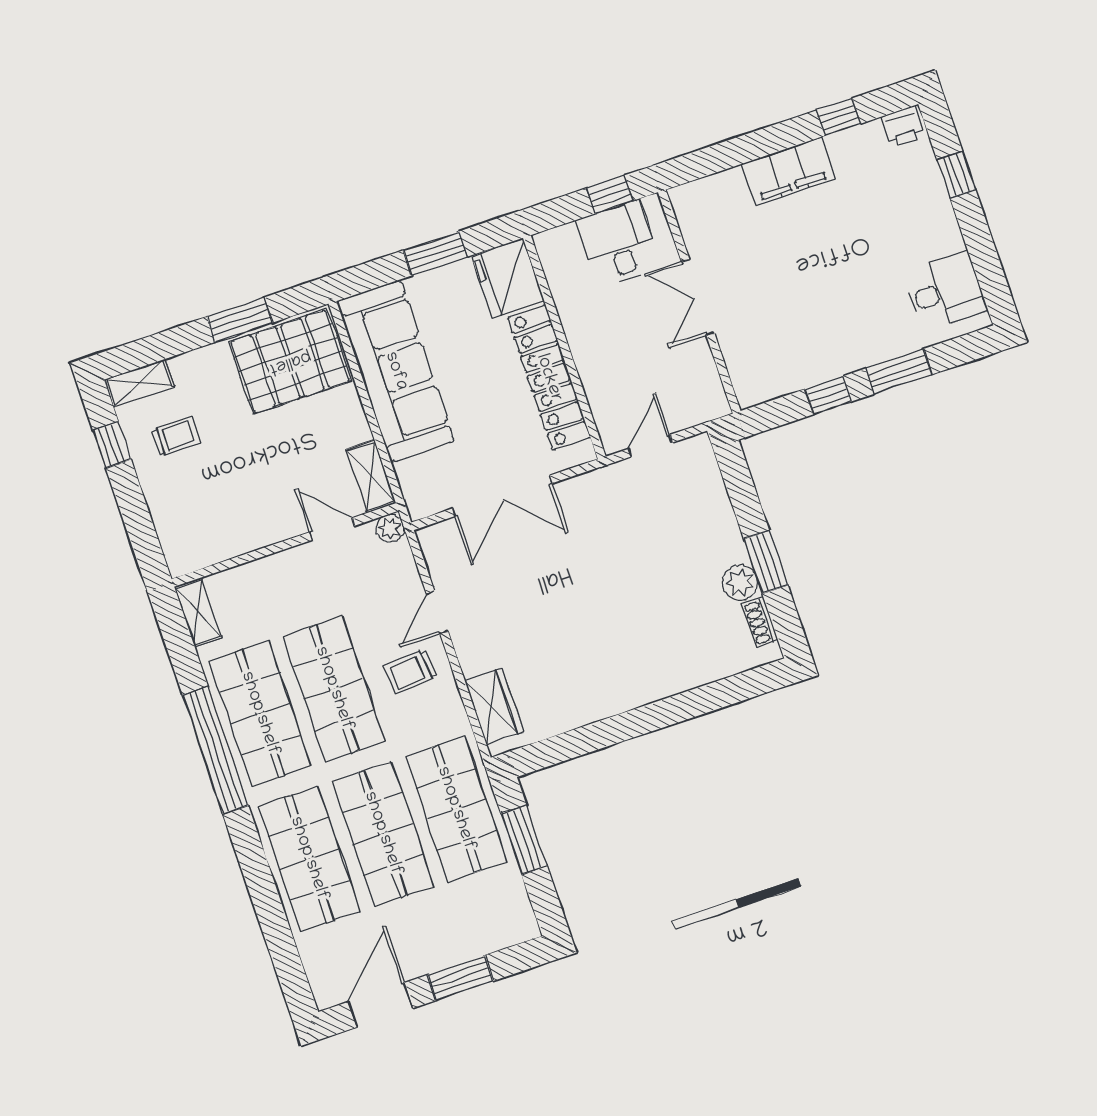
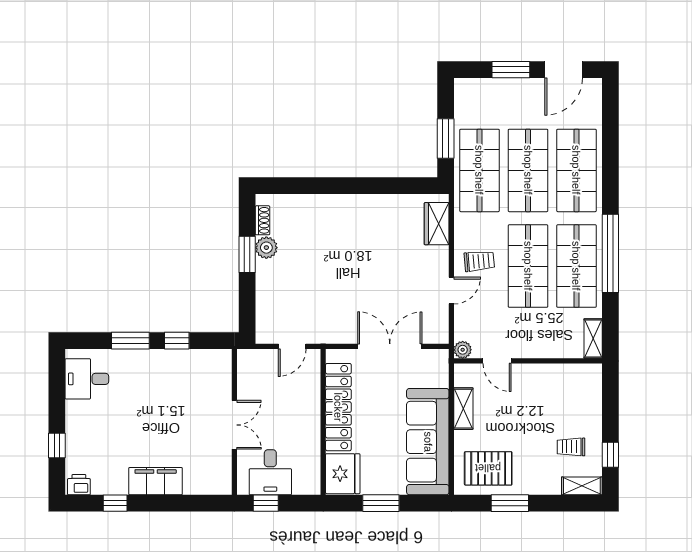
pallet: (290, 362) -> (488, 468), width x0.73, depth x0.71
shelving: (371, 476) -> (463, 409), moved

